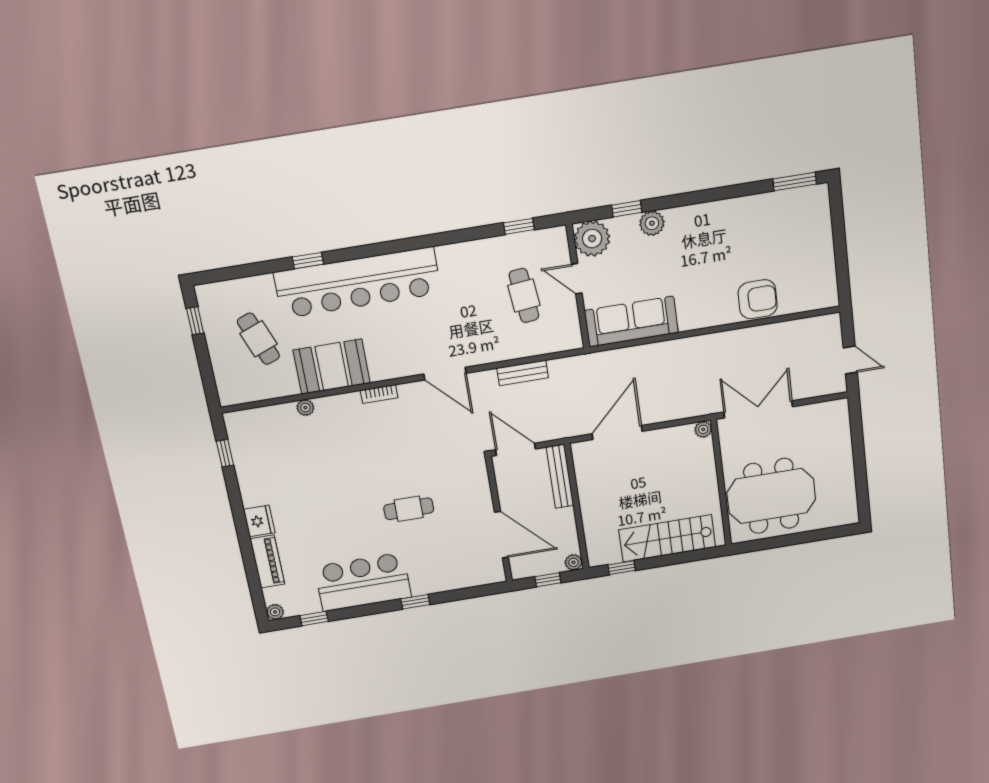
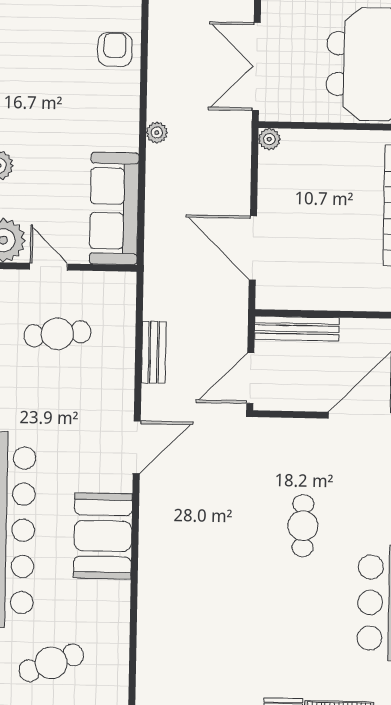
door: (577, 279) -> (49, 267), swing flipped
armchair: (758, 299) -> (115, 49), width x0.72, depth x0.72
booth: (332, 367) -> (103, 536), moved
bookcase: (379, 394) -> (147, 533), removed
plant: (305, 408) -> (157, 133), moved

